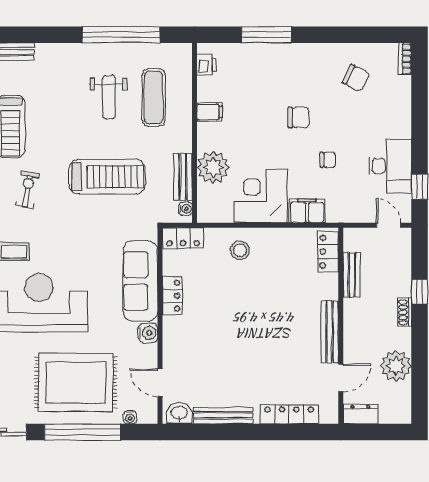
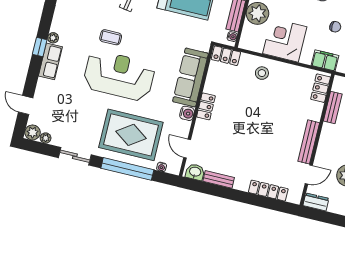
filing cabinet: (307, 211) -> (325, 60), moved
locker: (172, 296) -> (206, 106), moved
bench: (223, 416) -> (219, 179), width x0.73

